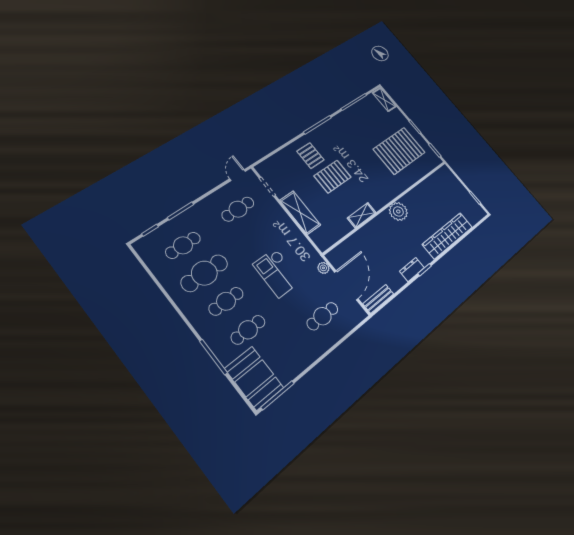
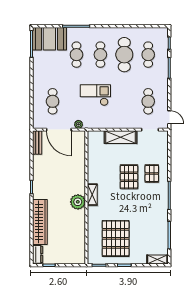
pallet: (310, 156) -> (152, 173), turned 90
shelving: (362, 215) -> (92, 195), moved
dresser: (412, 269) -> (38, 254), moved

